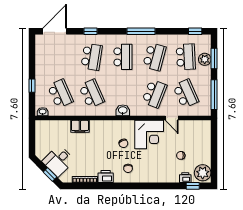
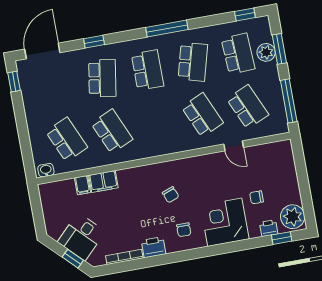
window: (32, 86) -> (14, 82), moved
school desk: (154, 94) -> (202, 115), turned -45
washbasin: (123, 110) -> (161, 147), removed
filing cabinet: (65, 126) -> (82, 185), added
corner desk: (149, 135) -> (225, 222), moved, turned 180

